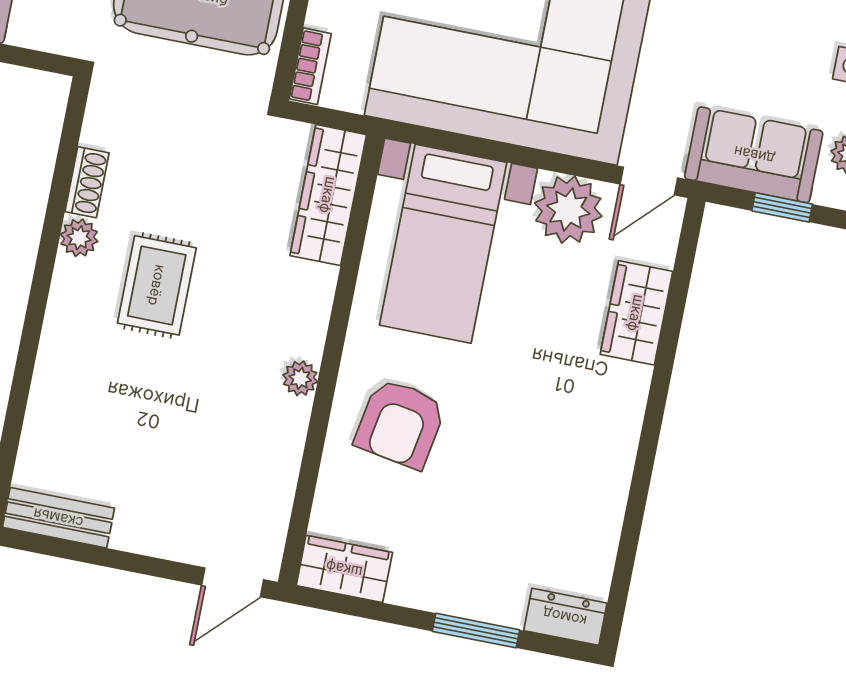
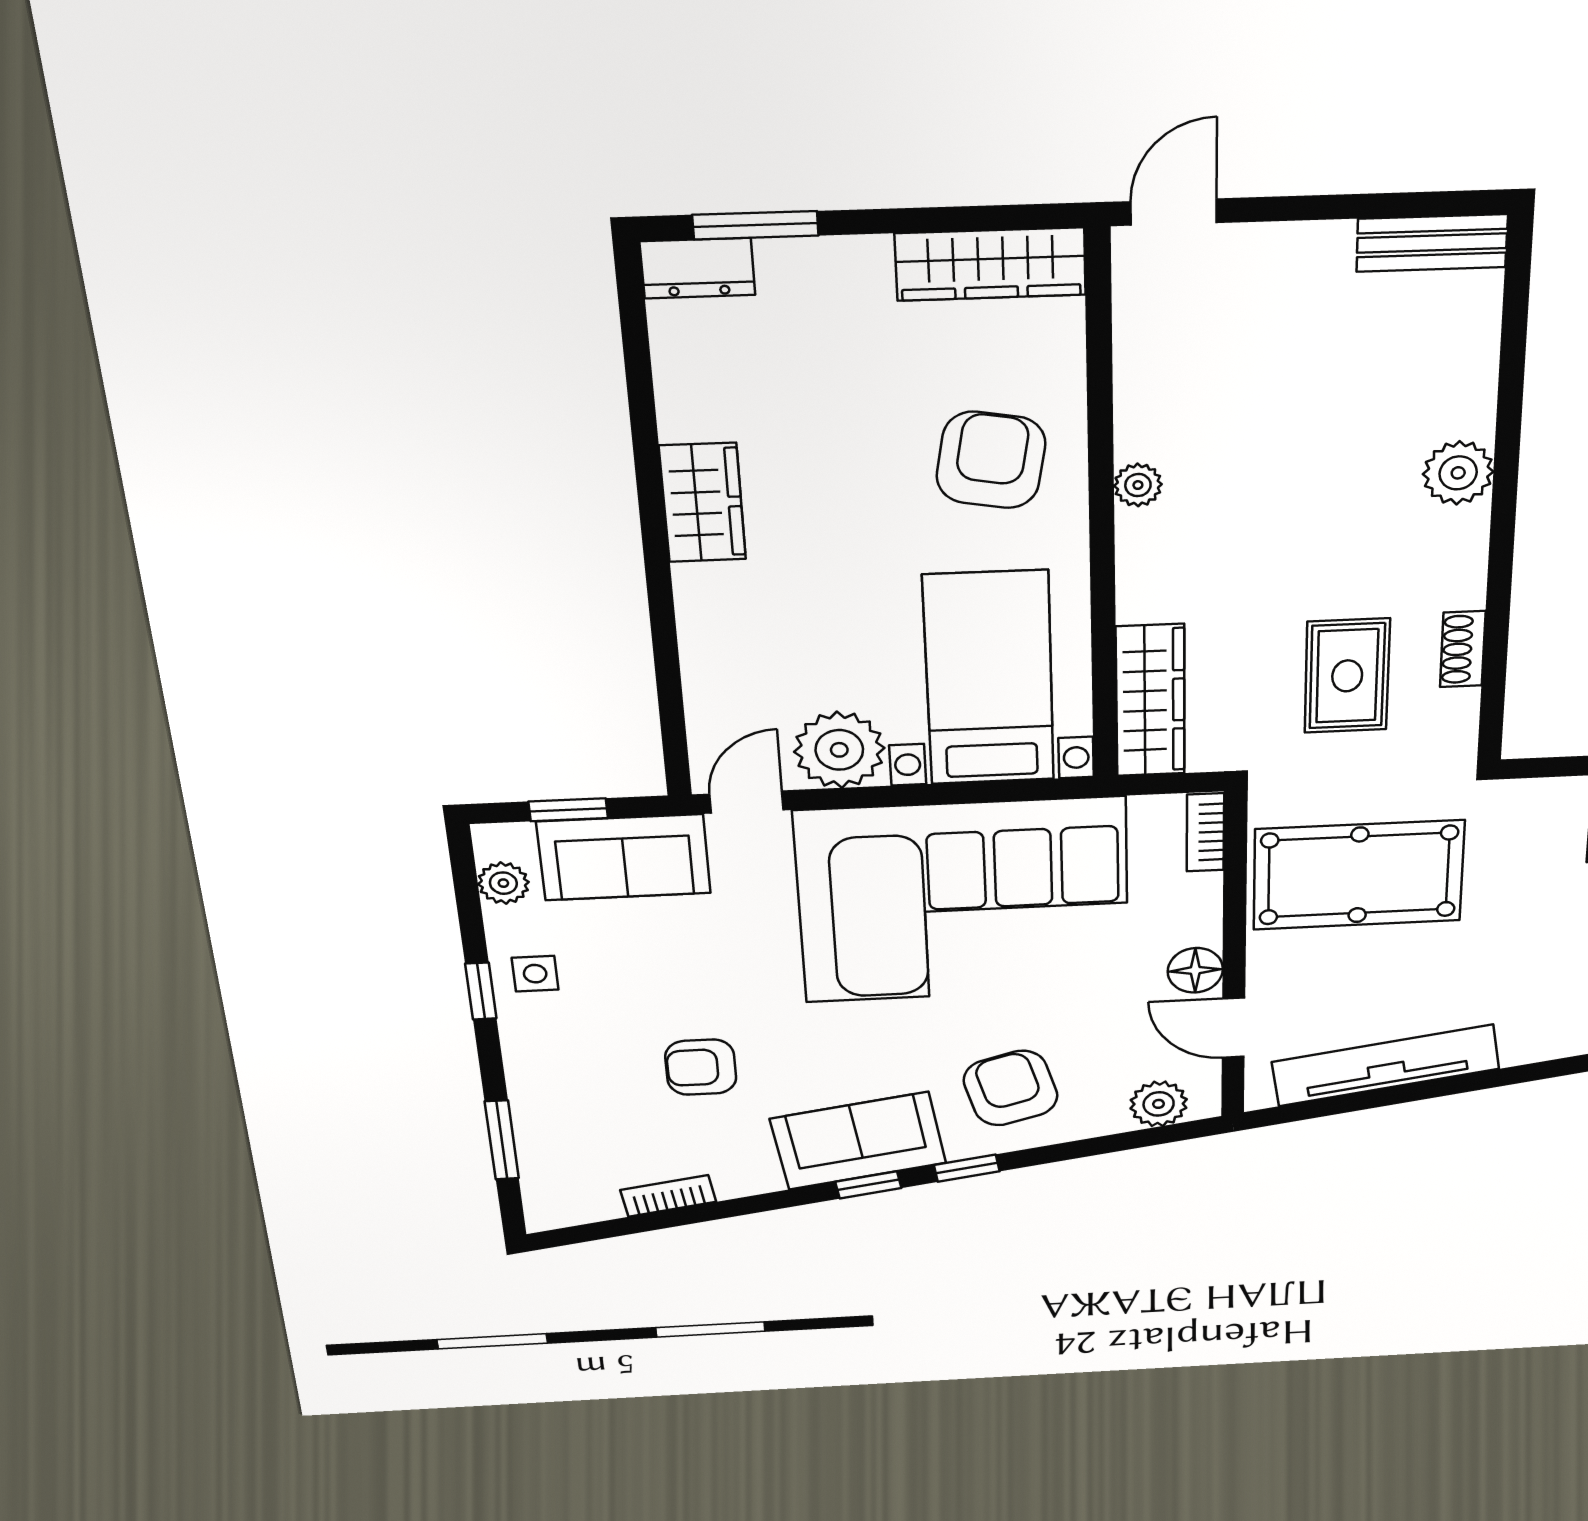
plant: (79, 238) -> (1458, 473), moved, width x1.38, depth x1.38
rug: (157, 285) -> (1347, 676), moved
wardrobe: (636, 313) -> (703, 503), moved
wardrobe: (344, 569) -> (991, 264), width x1.50
window: (476, 631) -> (755, 225), moved

